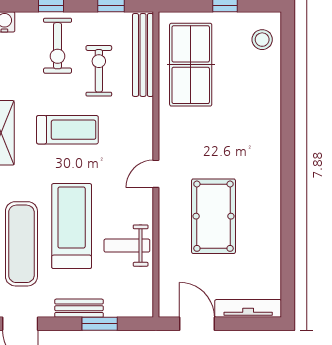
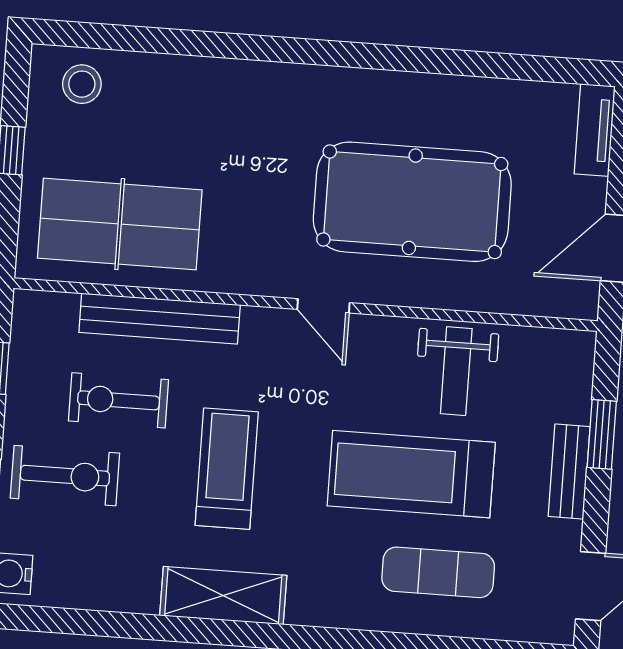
bench: (143, 55) -> (160, 319), moved
pool table: (213, 216) -> (412, 202), width x1.36, depth x1.32
exercise mat: (21, 244) -> (438, 572), width x0.73, depth x0.69
tv unit: (248, 308) -> (595, 130), width x0.71

